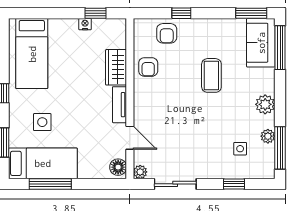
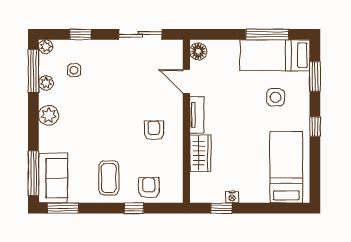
armchair: (148, 67) -> (154, 131), moved
coffee table: (211, 75) -> (109, 178), moved
plant: (140, 172) -> (46, 47), moved

